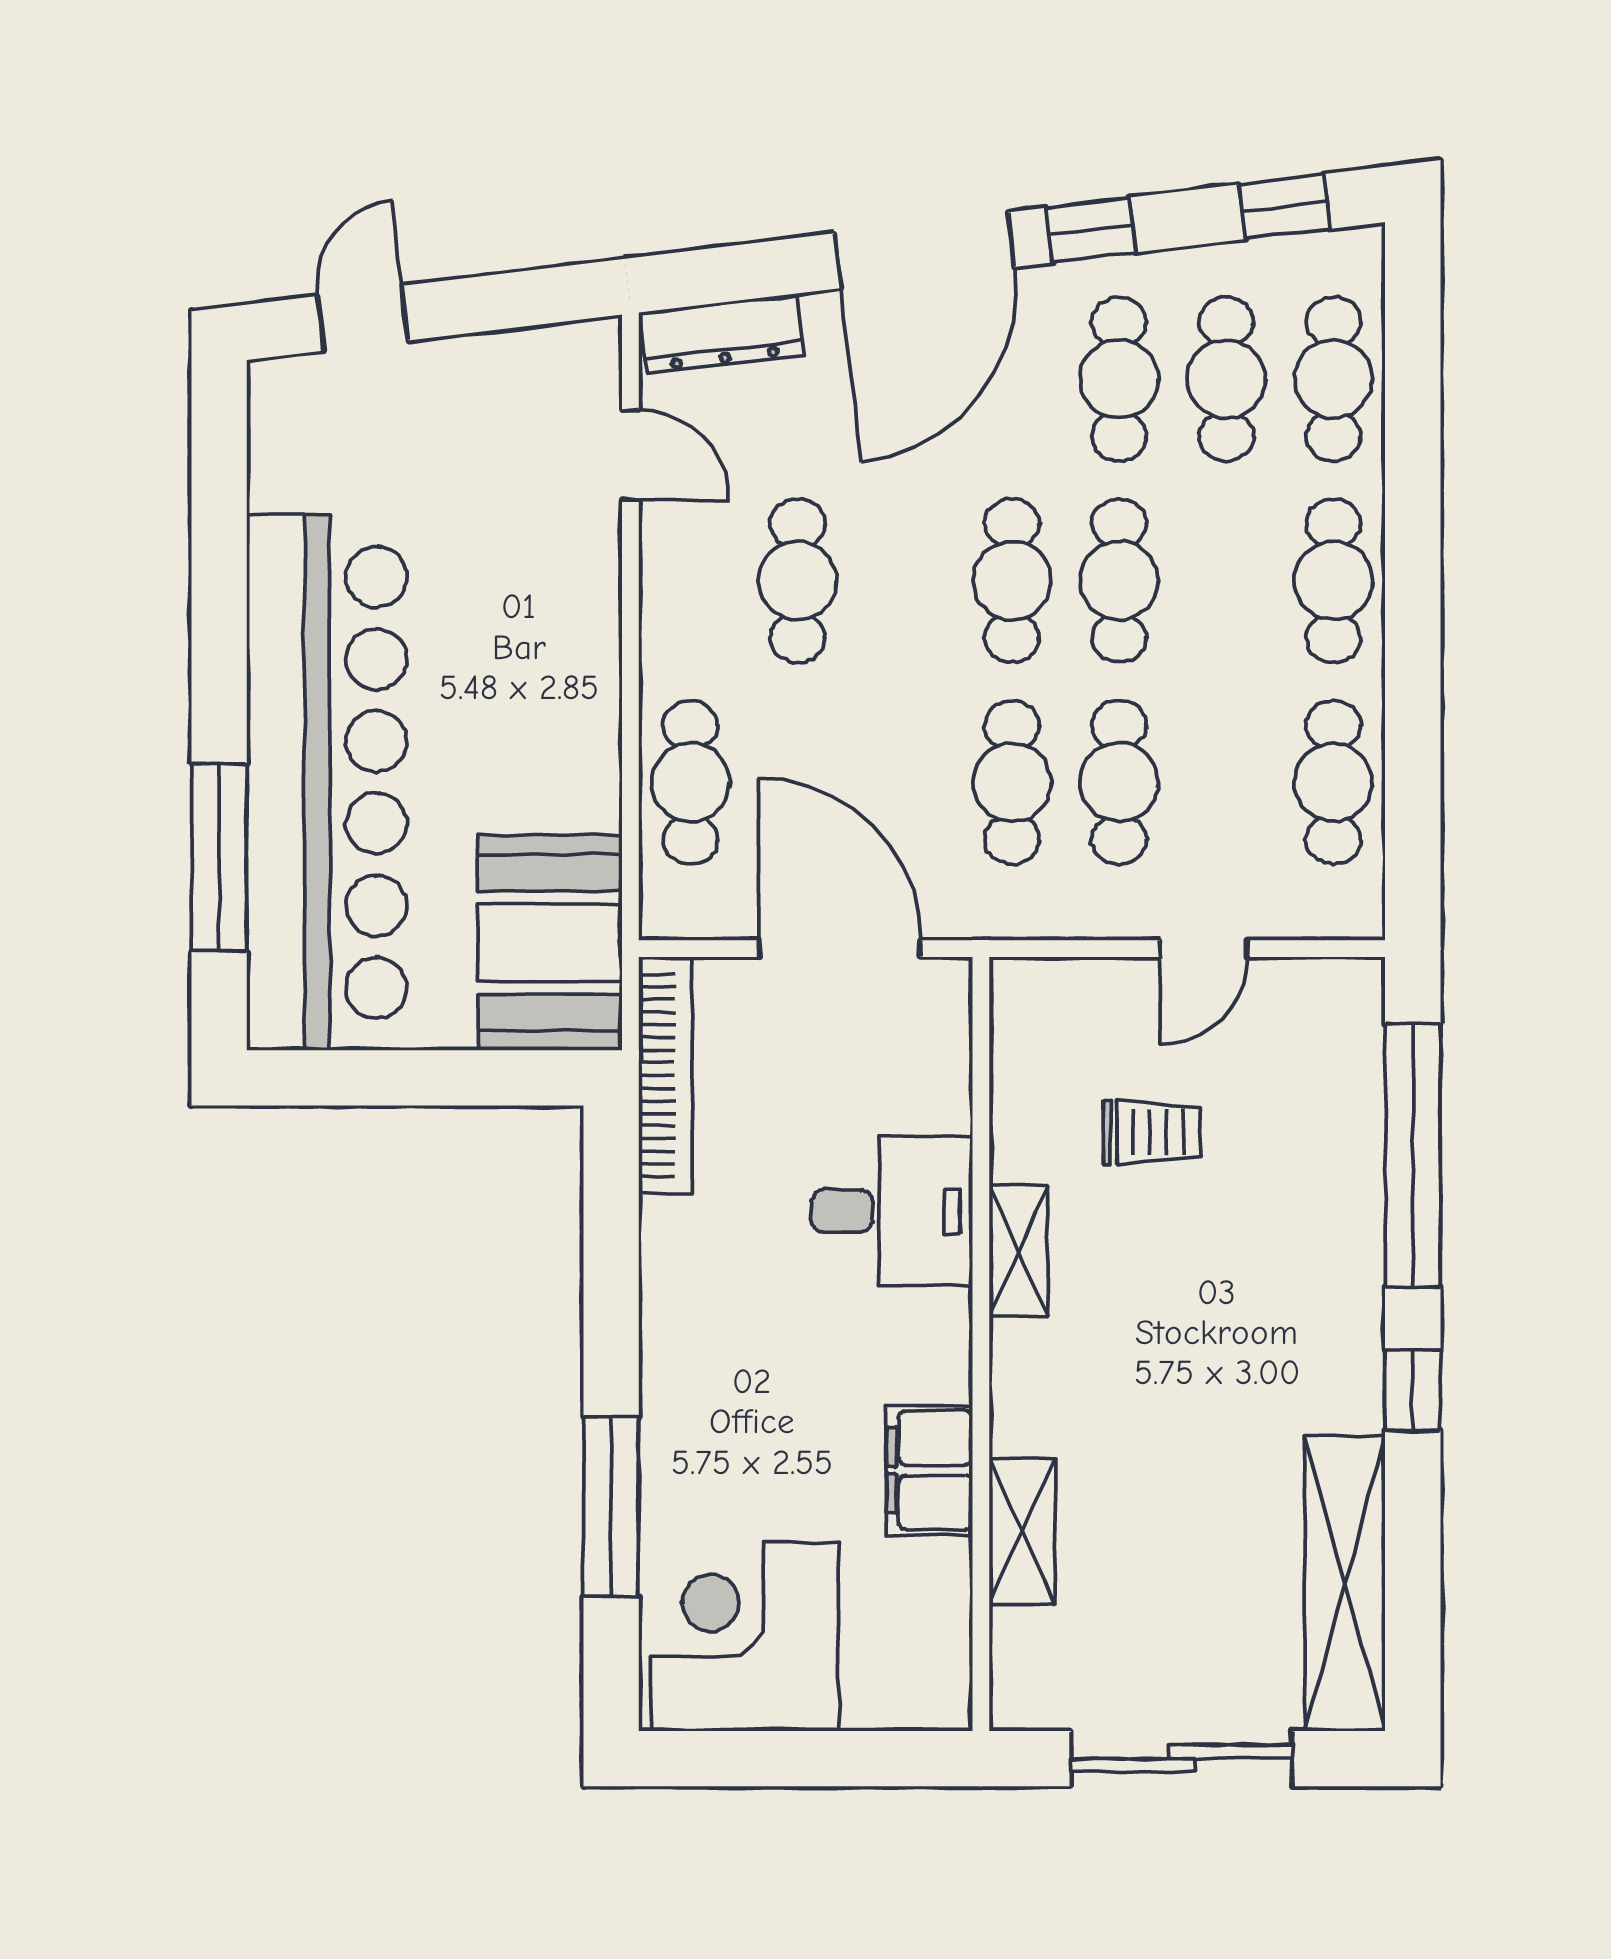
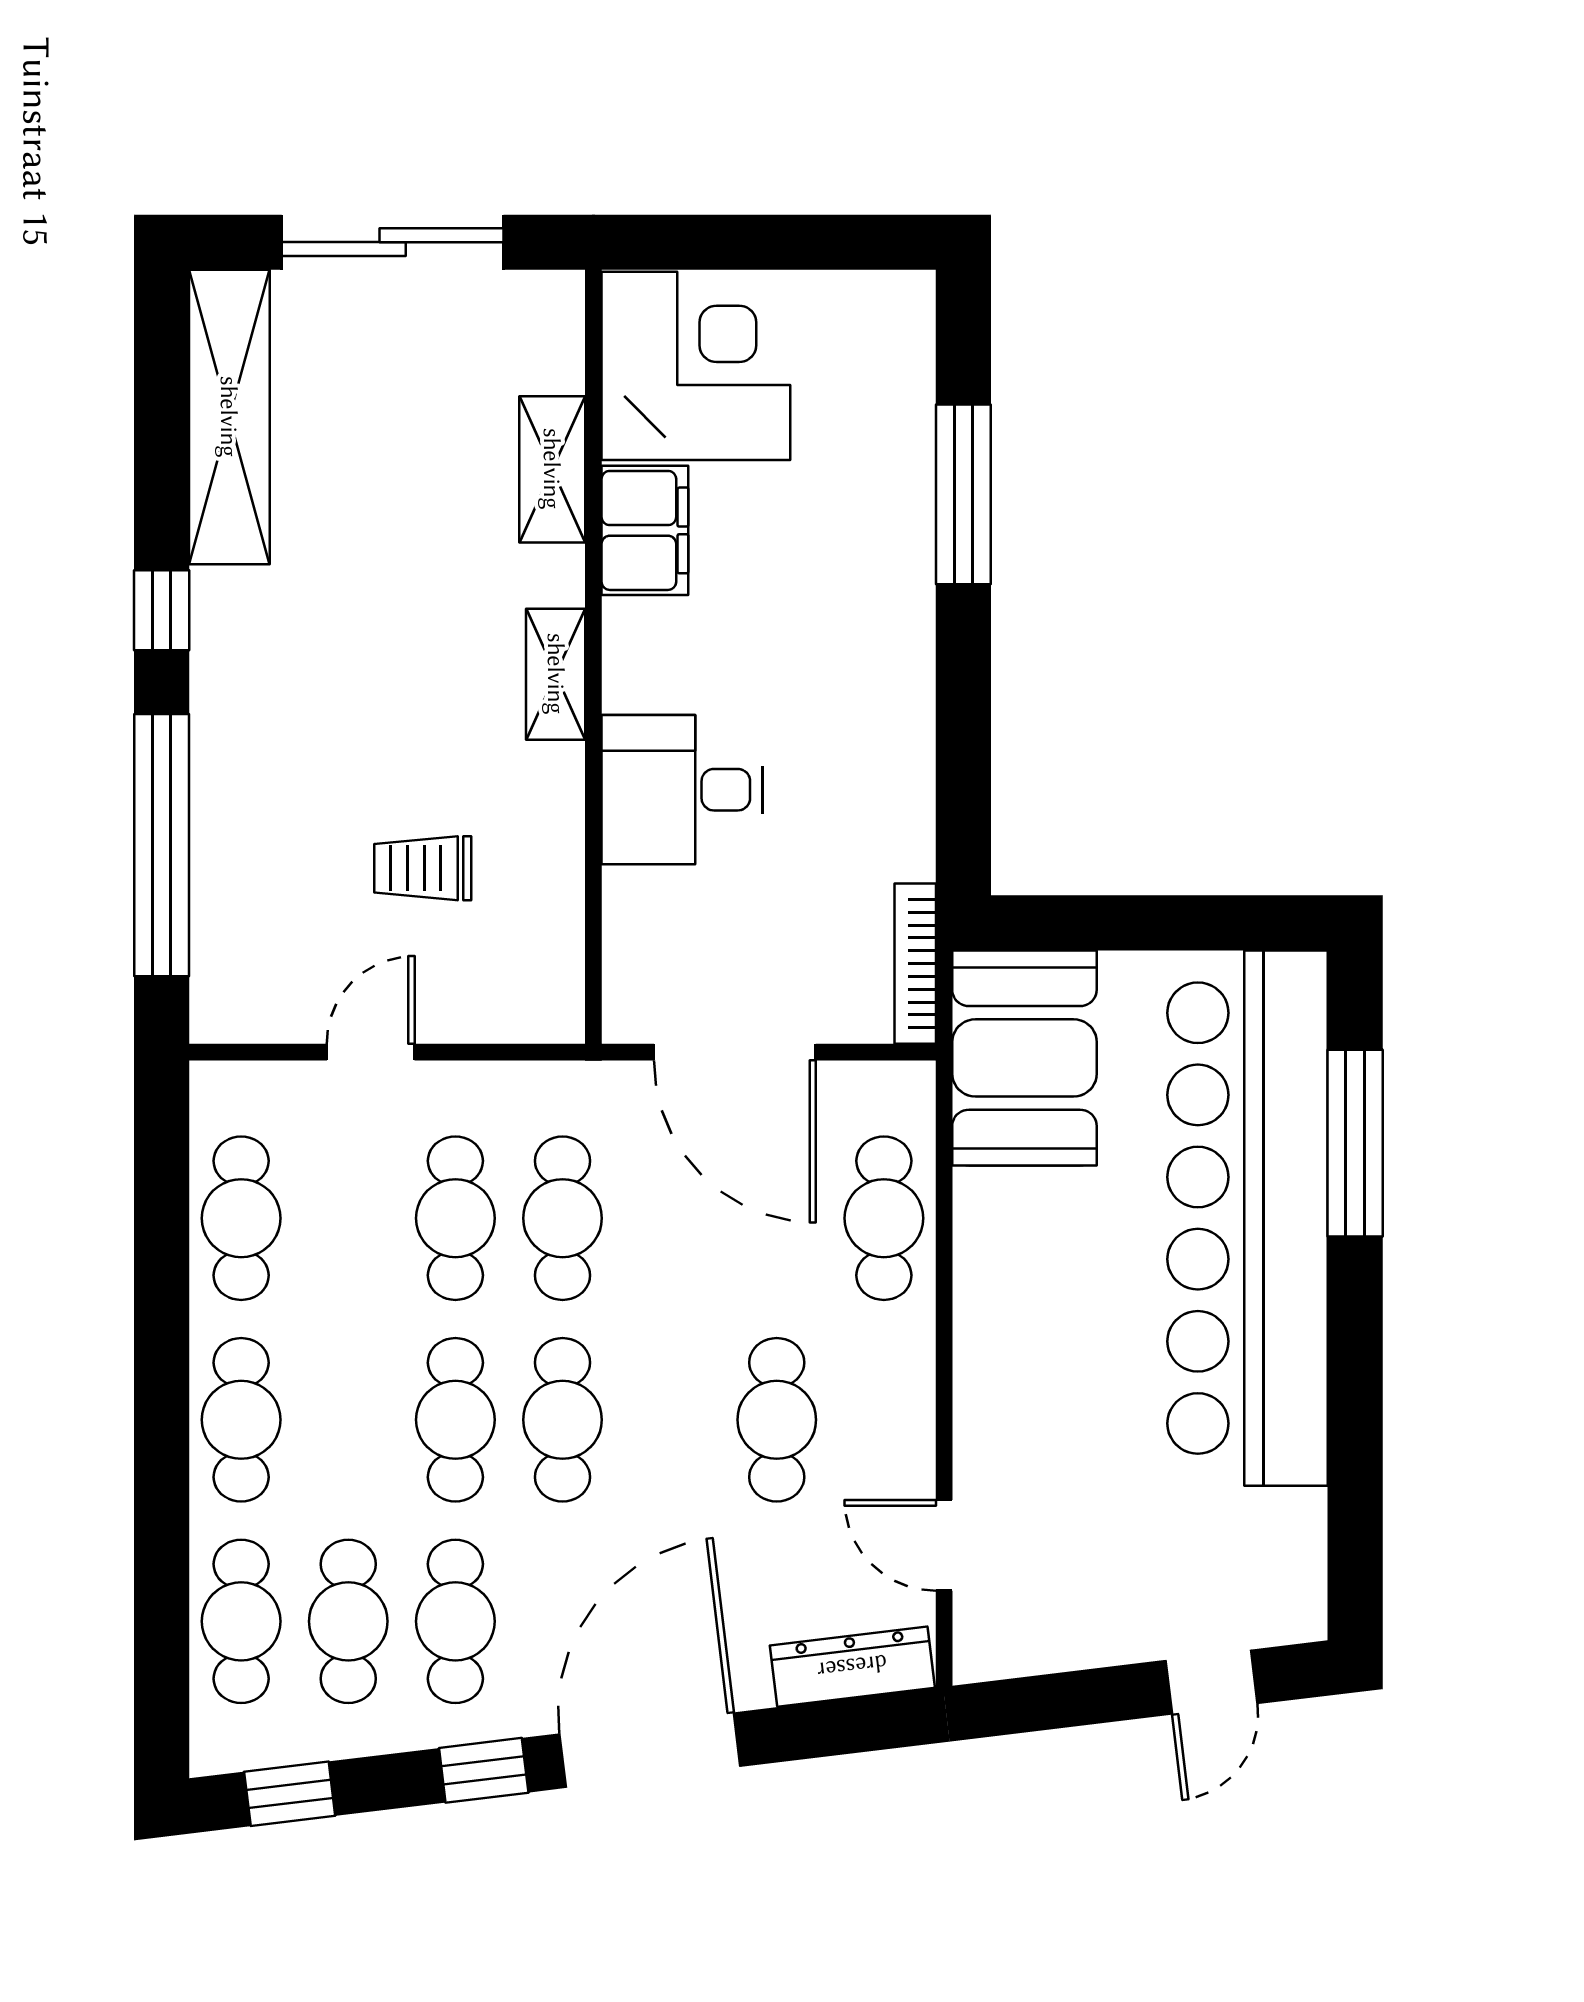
bookcase: (665, 1075) -> (915, 964), width x0.68, depth x0.76
shelving: (1019, 1251) -> (556, 674), moved
corner desk: (745, 1637) -> (696, 366), moved, turned -90

